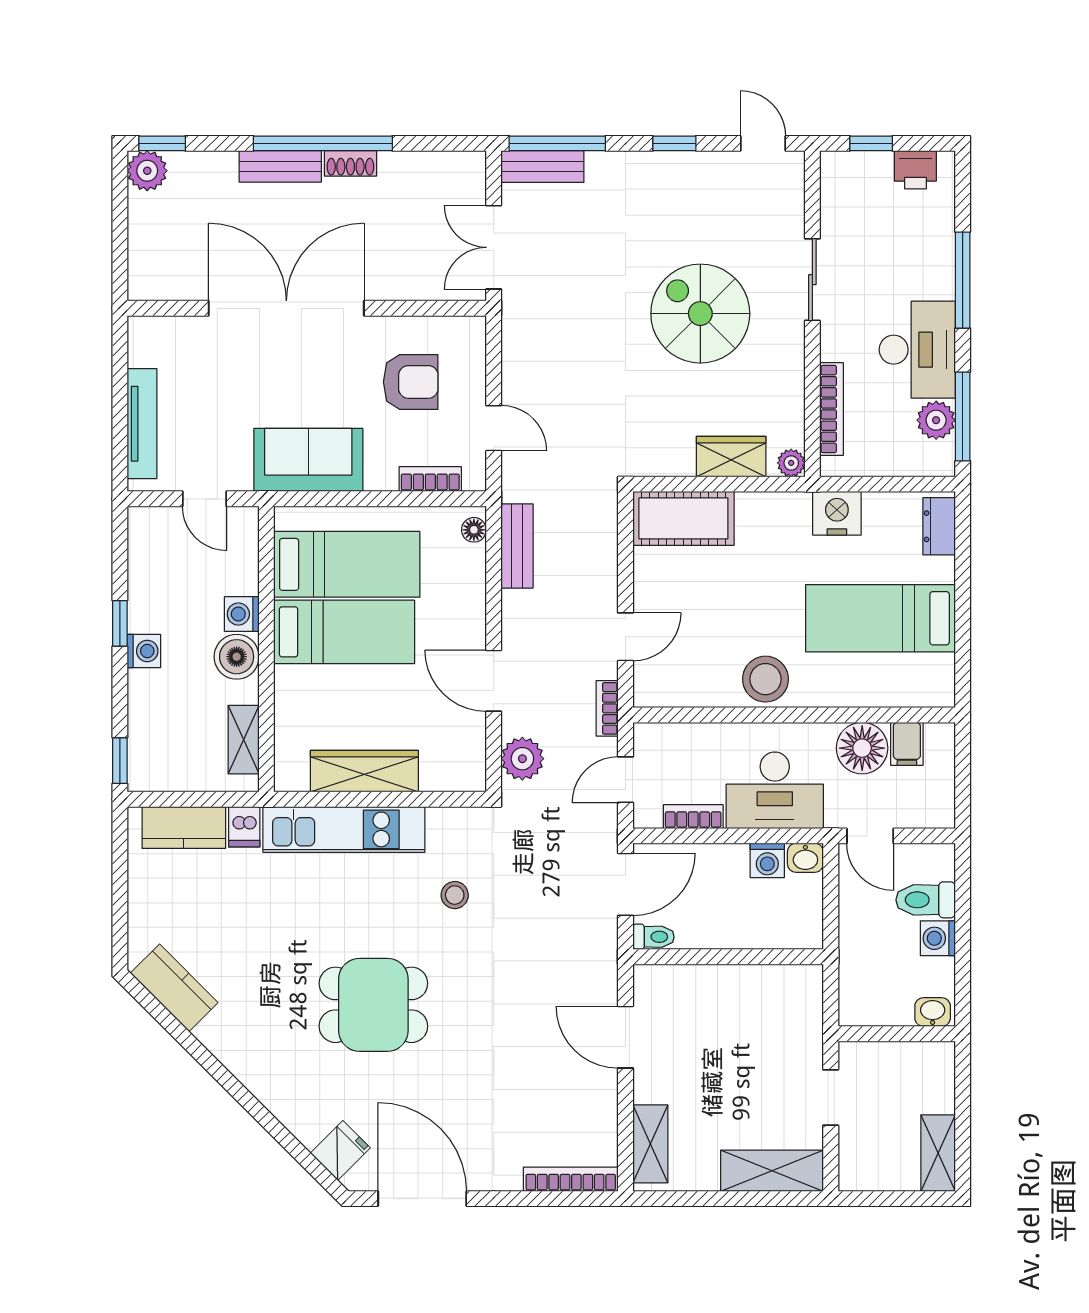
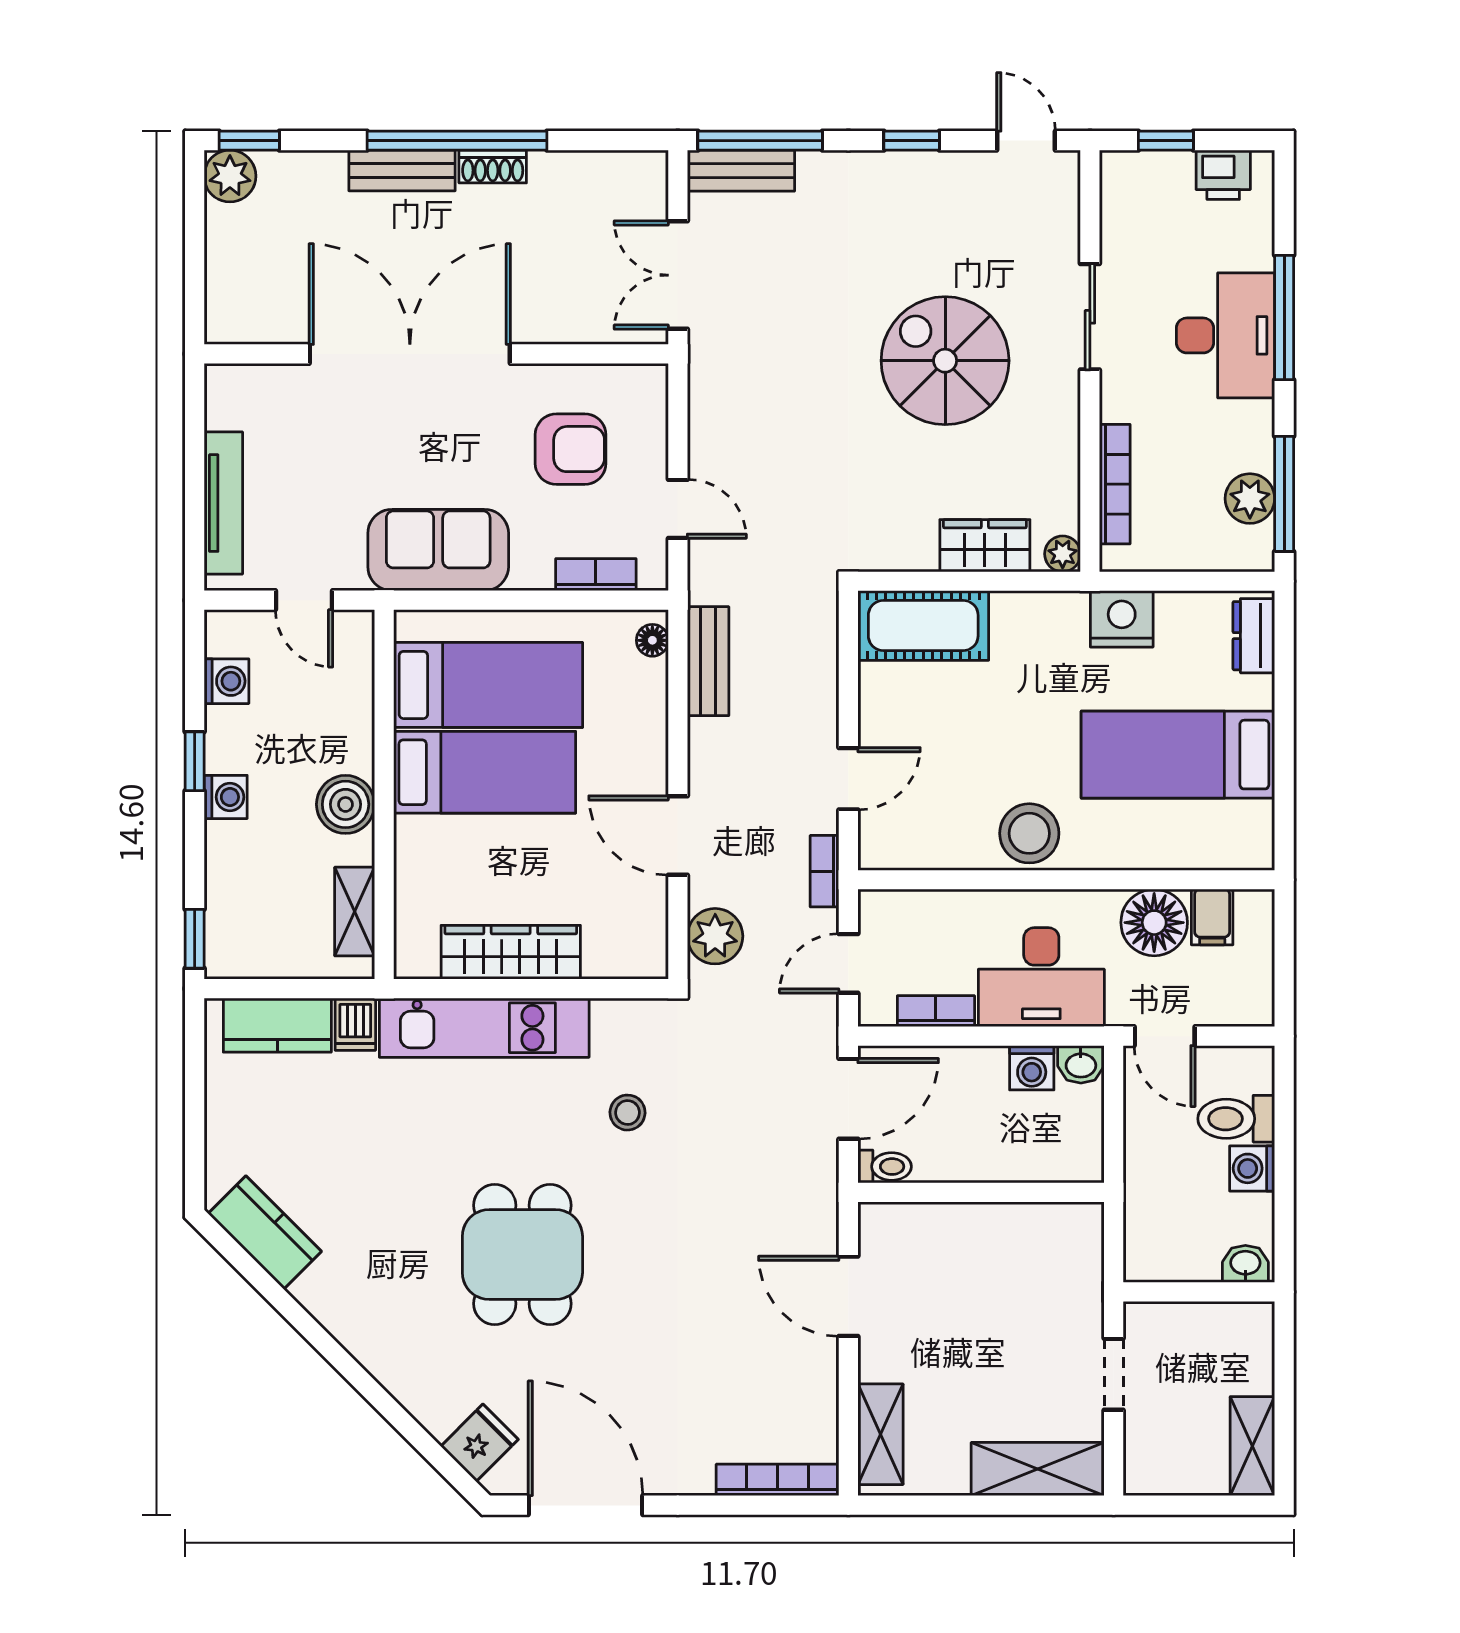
desk: (917, 350) -> (1226, 335), moved
washing machine: (242, 614) -> (226, 681), moved, turned 180
dining table: (373, 1005) -> (522, 1254), turned 90

